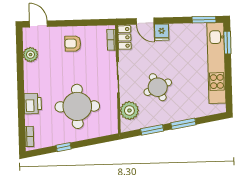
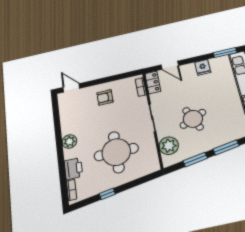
fridge: (162, 32) -> (203, 67), moved
plant: (30, 55) -> (69, 141), moved
printer: (33, 104) -> (73, 169), moved

